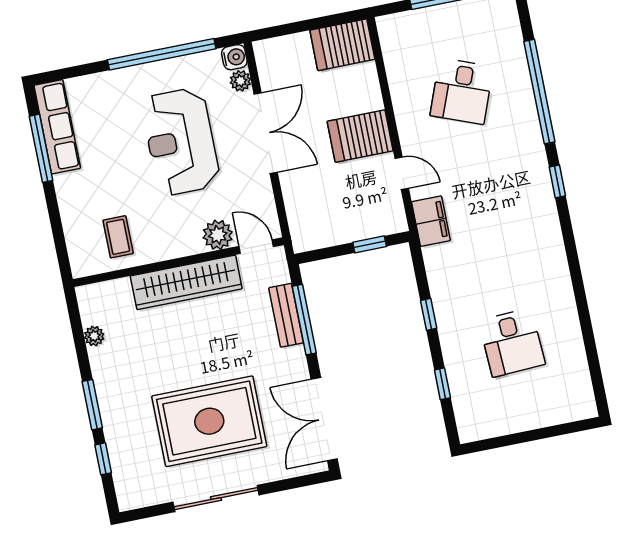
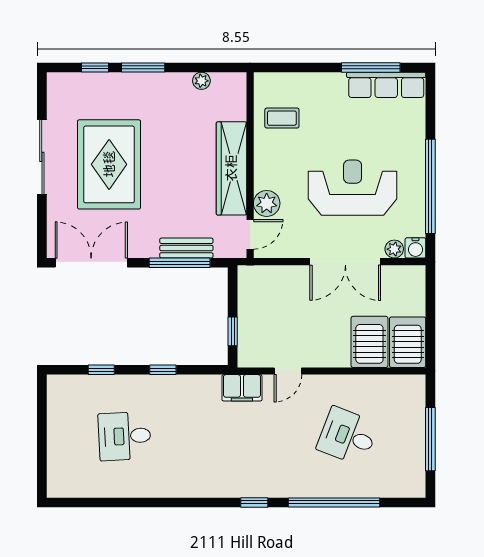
server rack: (360, 136) -> (369, 342), moved

